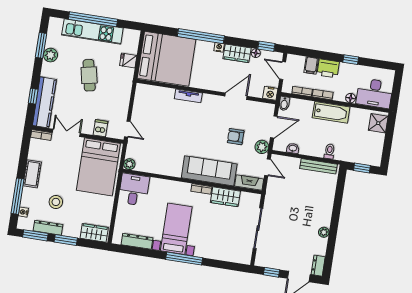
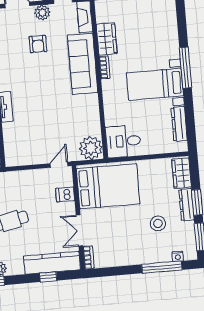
plant: (129, 164) -> (91, 148), width x1.88, depth x1.88
cot: (32, 174) -> (133, 257), removed
dresser: (48, 228) -> (187, 205), moved

